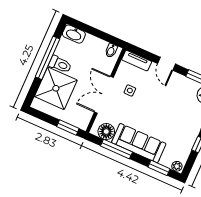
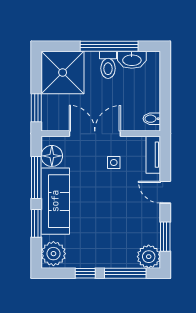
washbasin: (74, 34) -> (132, 60), moved, turned -90
door: (166, 64) -> (165, 192), hinge flipped
shower: (56, 88) -> (63, 72), moved
plant: (177, 166) -> (53, 254), width x1.88, depth x1.88
window: (159, 168) -> (36, 223), moved

